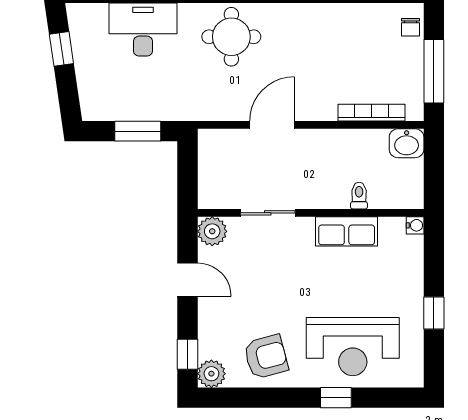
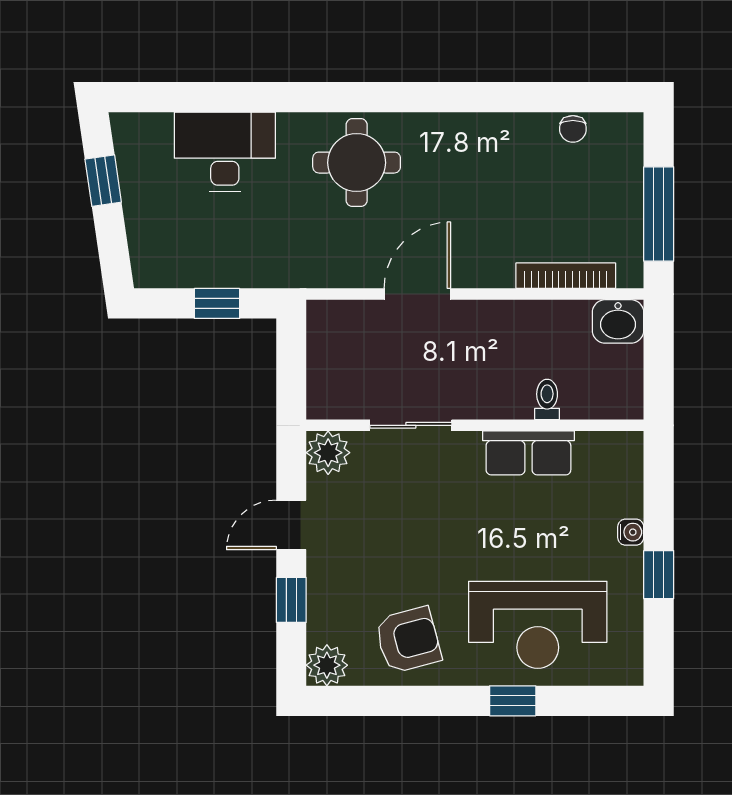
chair: (411, 27) -> (573, 129), moved
window: (138, 131) -> (217, 303), width x0.67
water cooler: (415, 225) -> (631, 532), moved
door: (188, 280) -> (291, 525), swing flipped
window: (188, 354) -> (291, 600), moved

